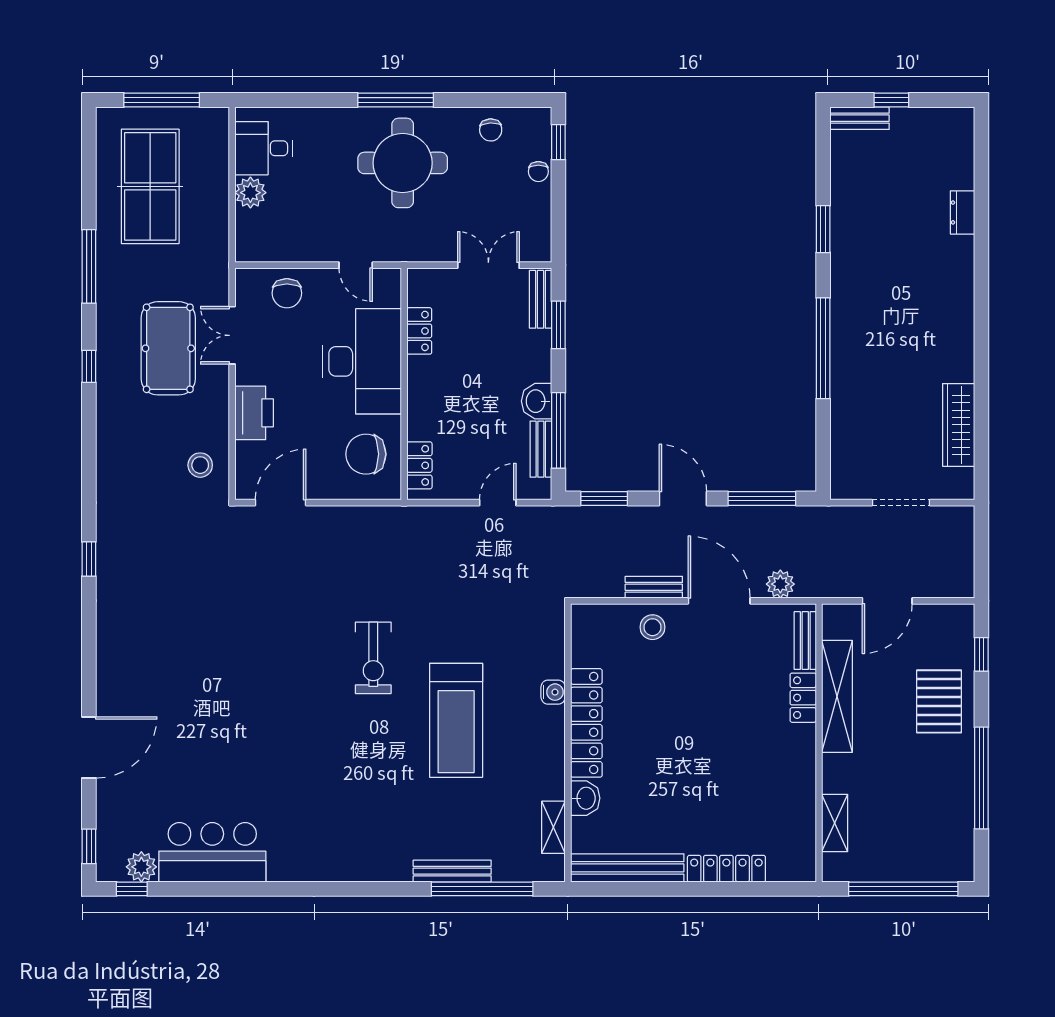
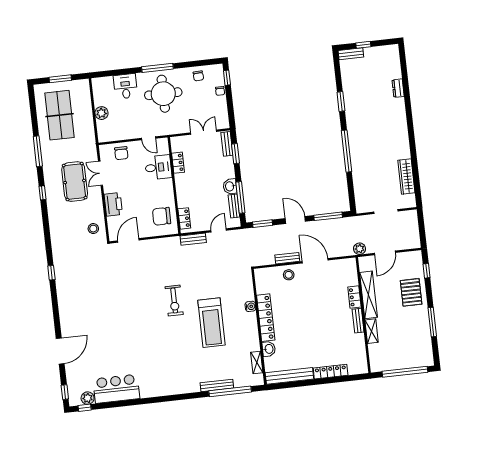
window: (162, 100) -> (60, 79), width x0.69
desk: (263, 148) -> (125, 86), moved, turned 90
desk: (362, 361) -> (158, 167), width x0.53, depth x0.77
bench: (435, 517) -> (193, 239), added
plant: (780, 584) -> (360, 249), moved
bench: (805, 641) -> (358, 321), moved
window: (981, 778) -> (432, 322), width x0.68
shelving: (835, 823) -> (372, 331), moved

